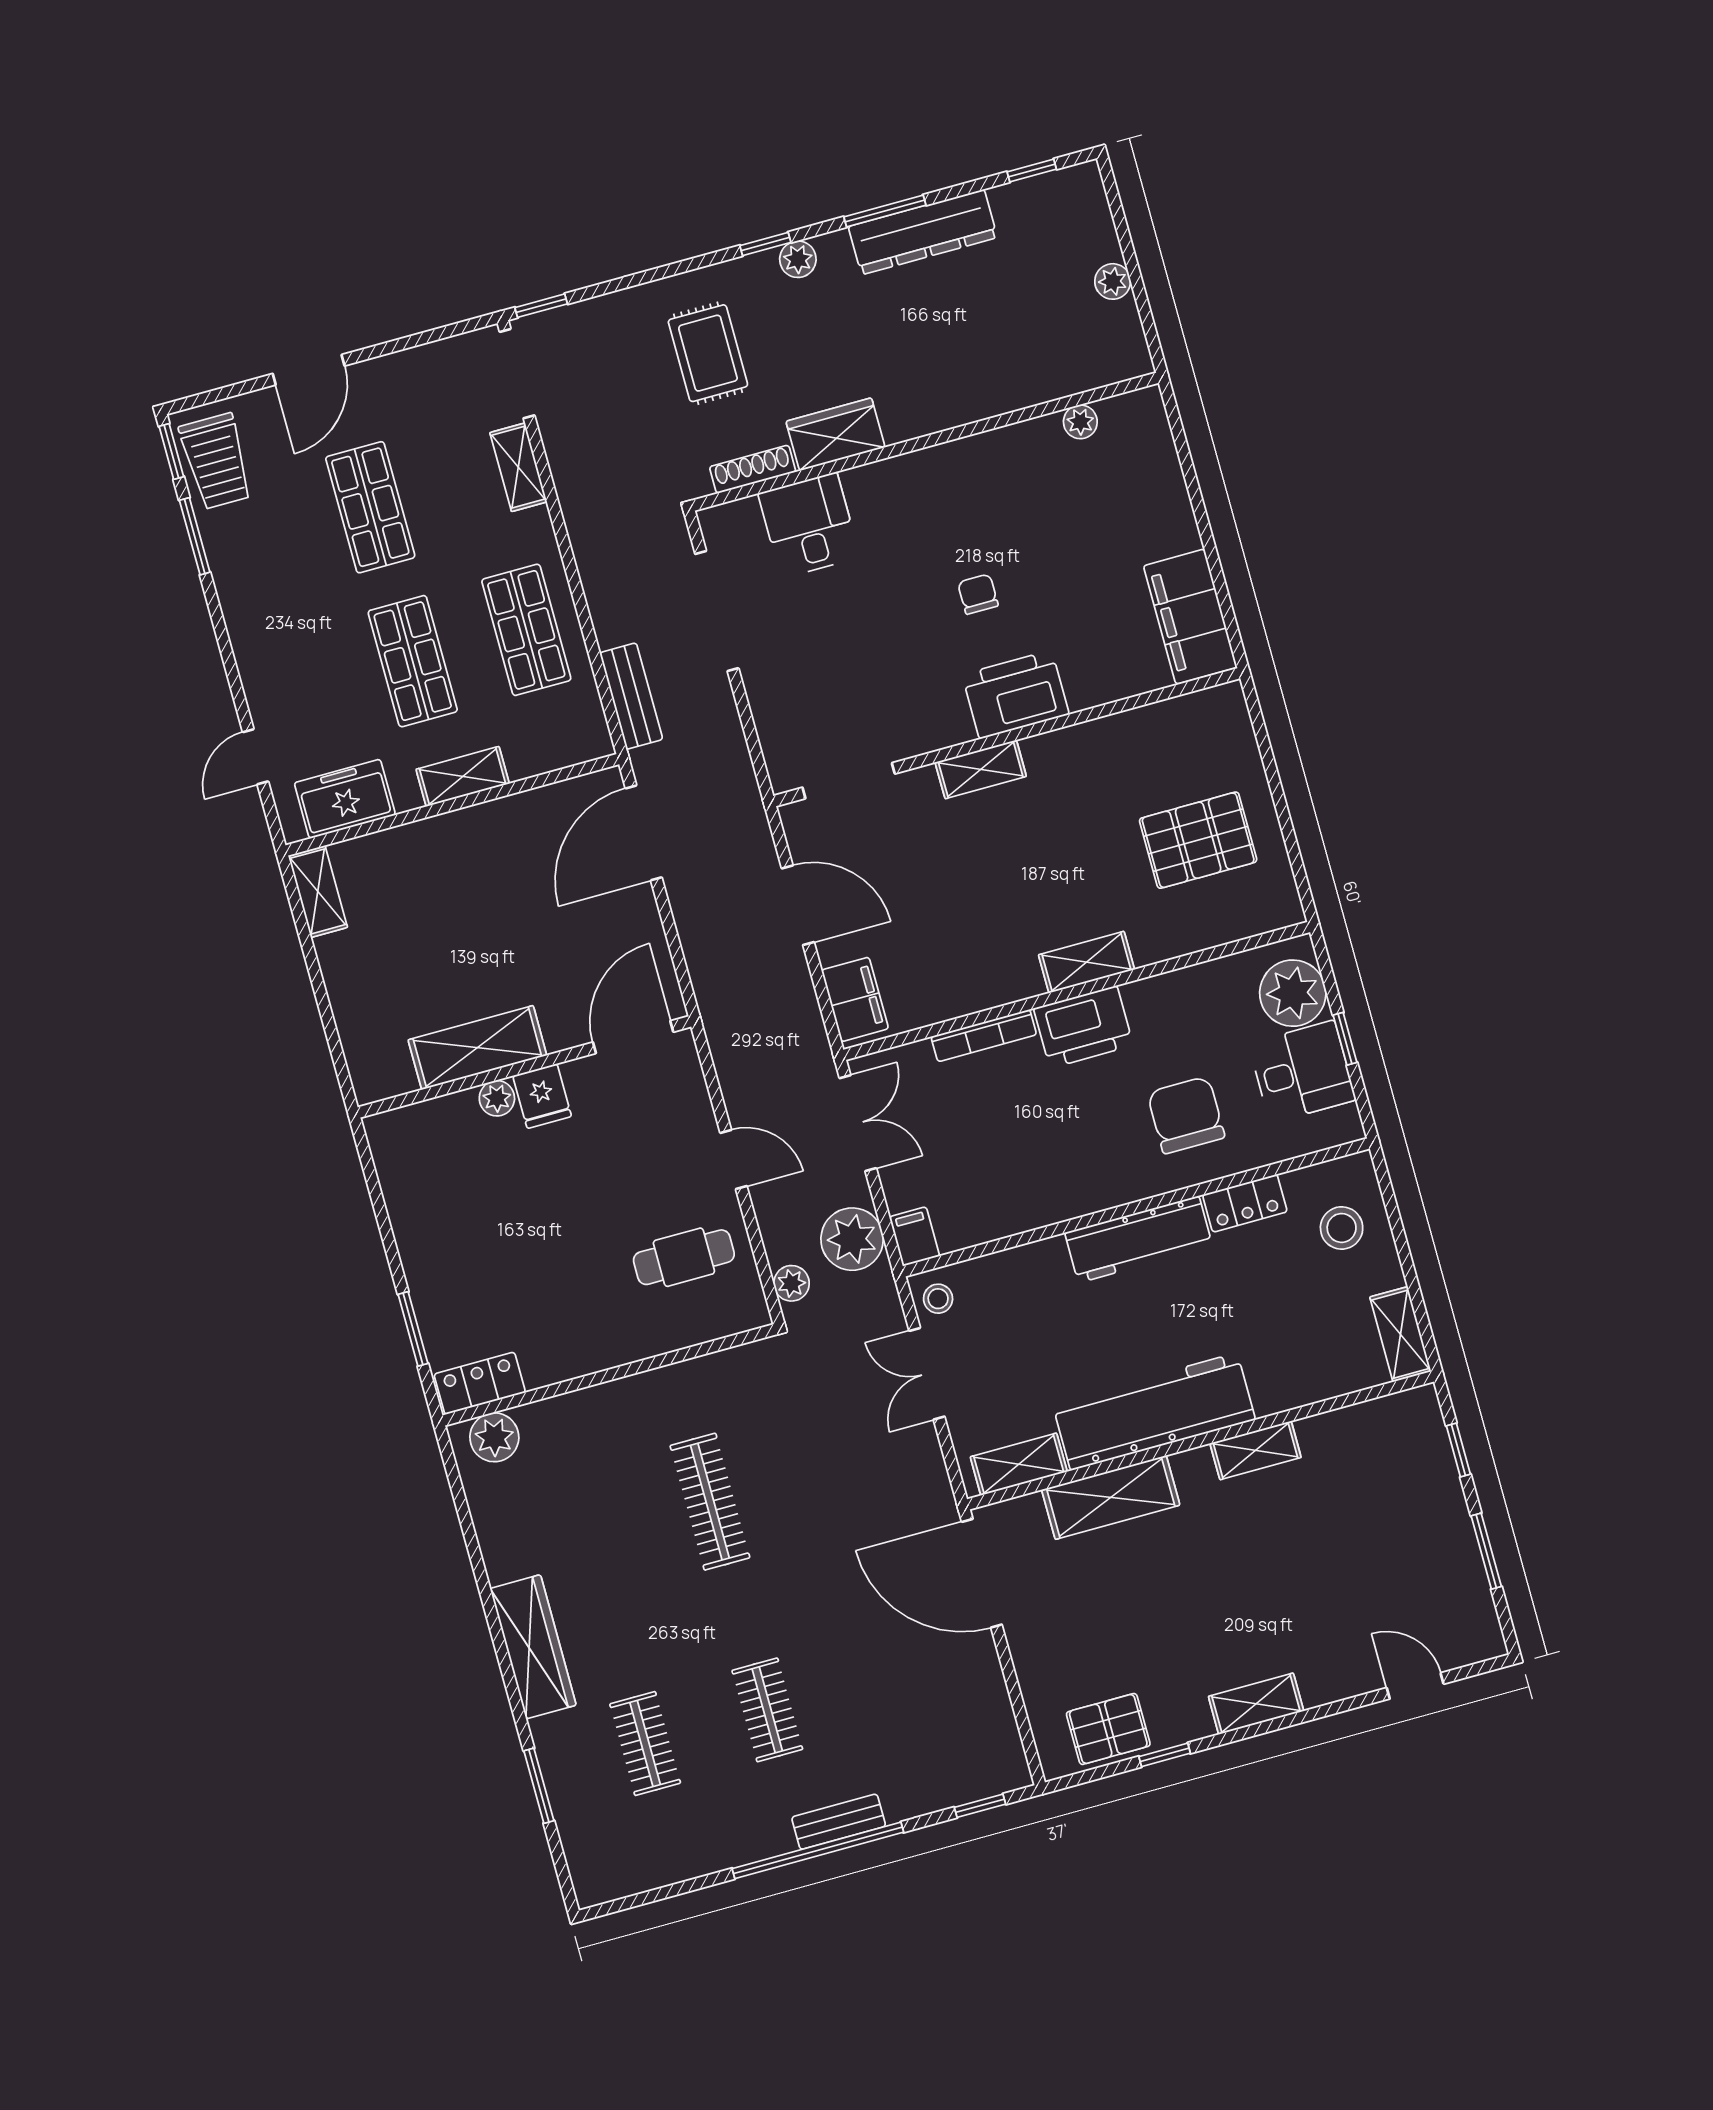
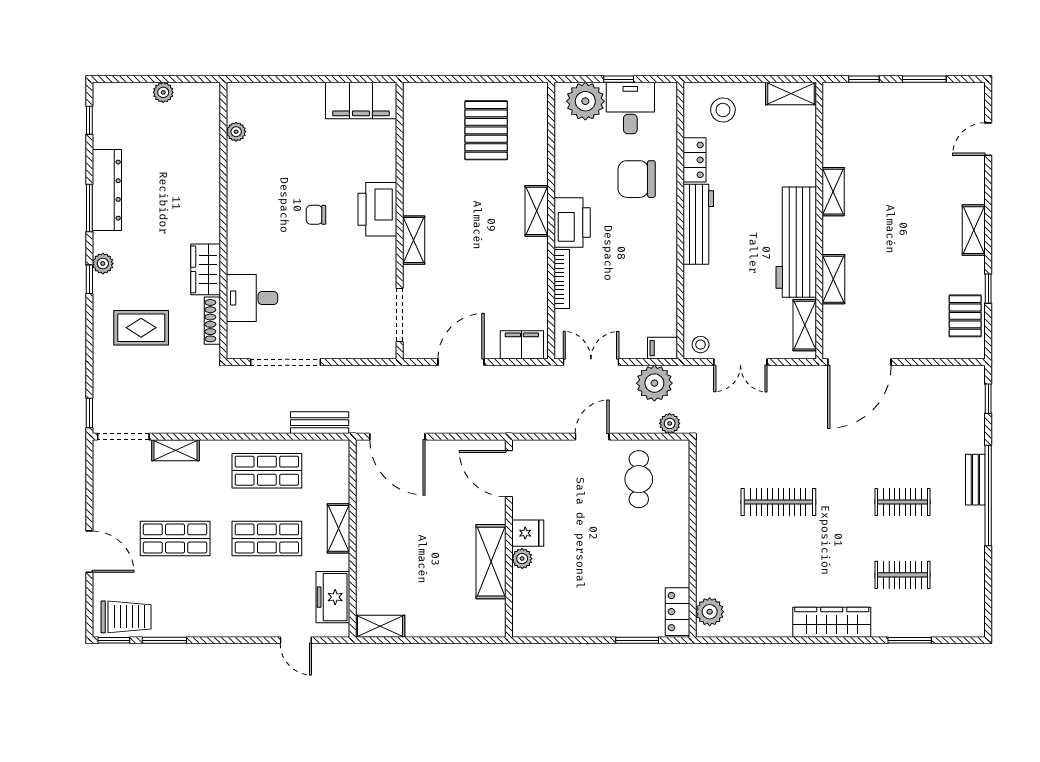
shelving: (1111, 1497) -> (833, 279), width x0.67, depth x0.75

